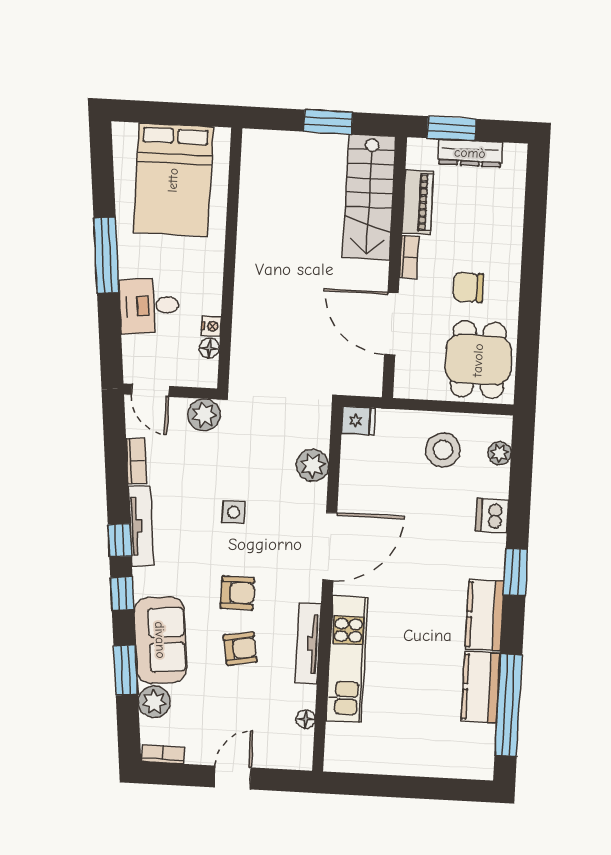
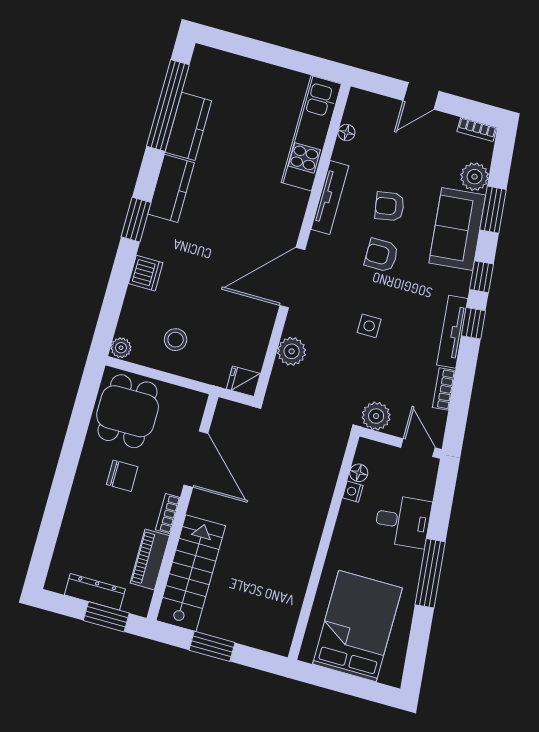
stool: (443, 450) -> (176, 340), width x0.73, depth x0.73
plant: (500, 453) -> (121, 348), moved
kitchen unit: (347, 659) -> (311, 133), moved

